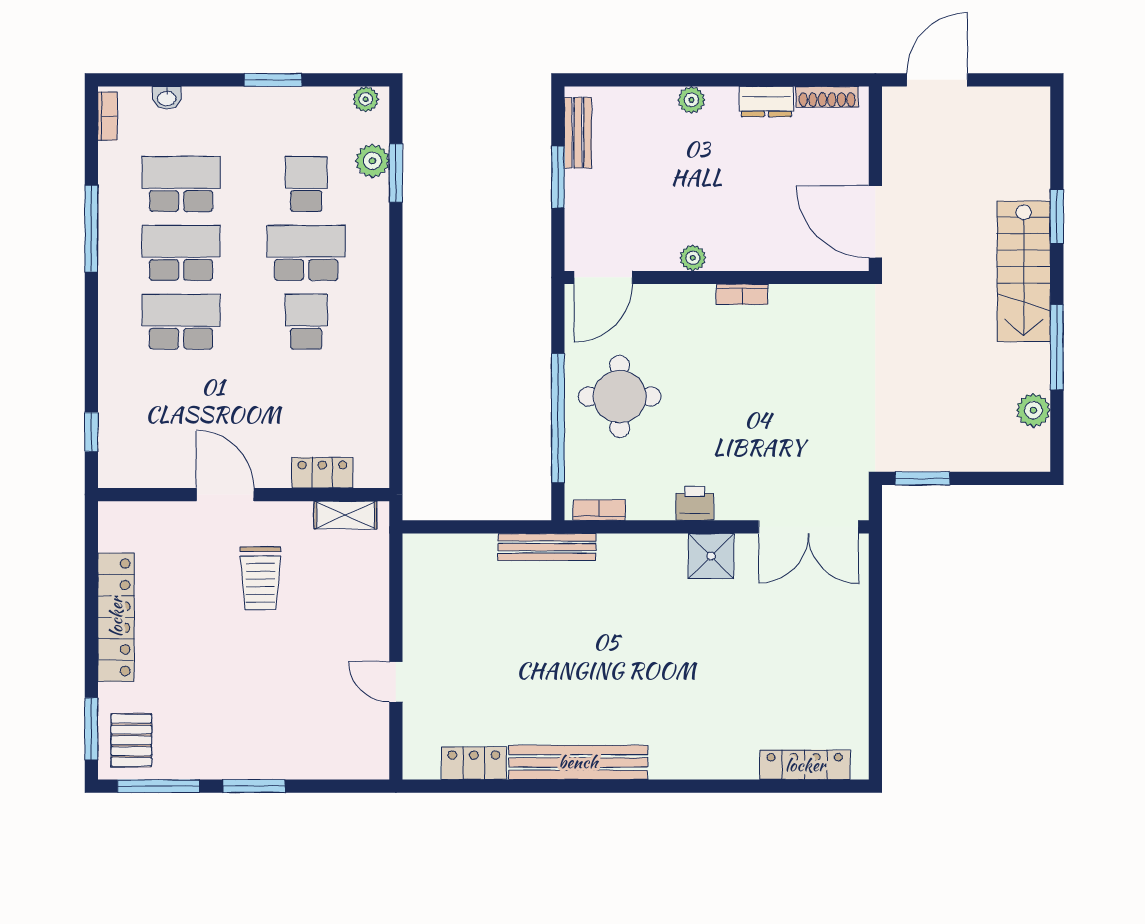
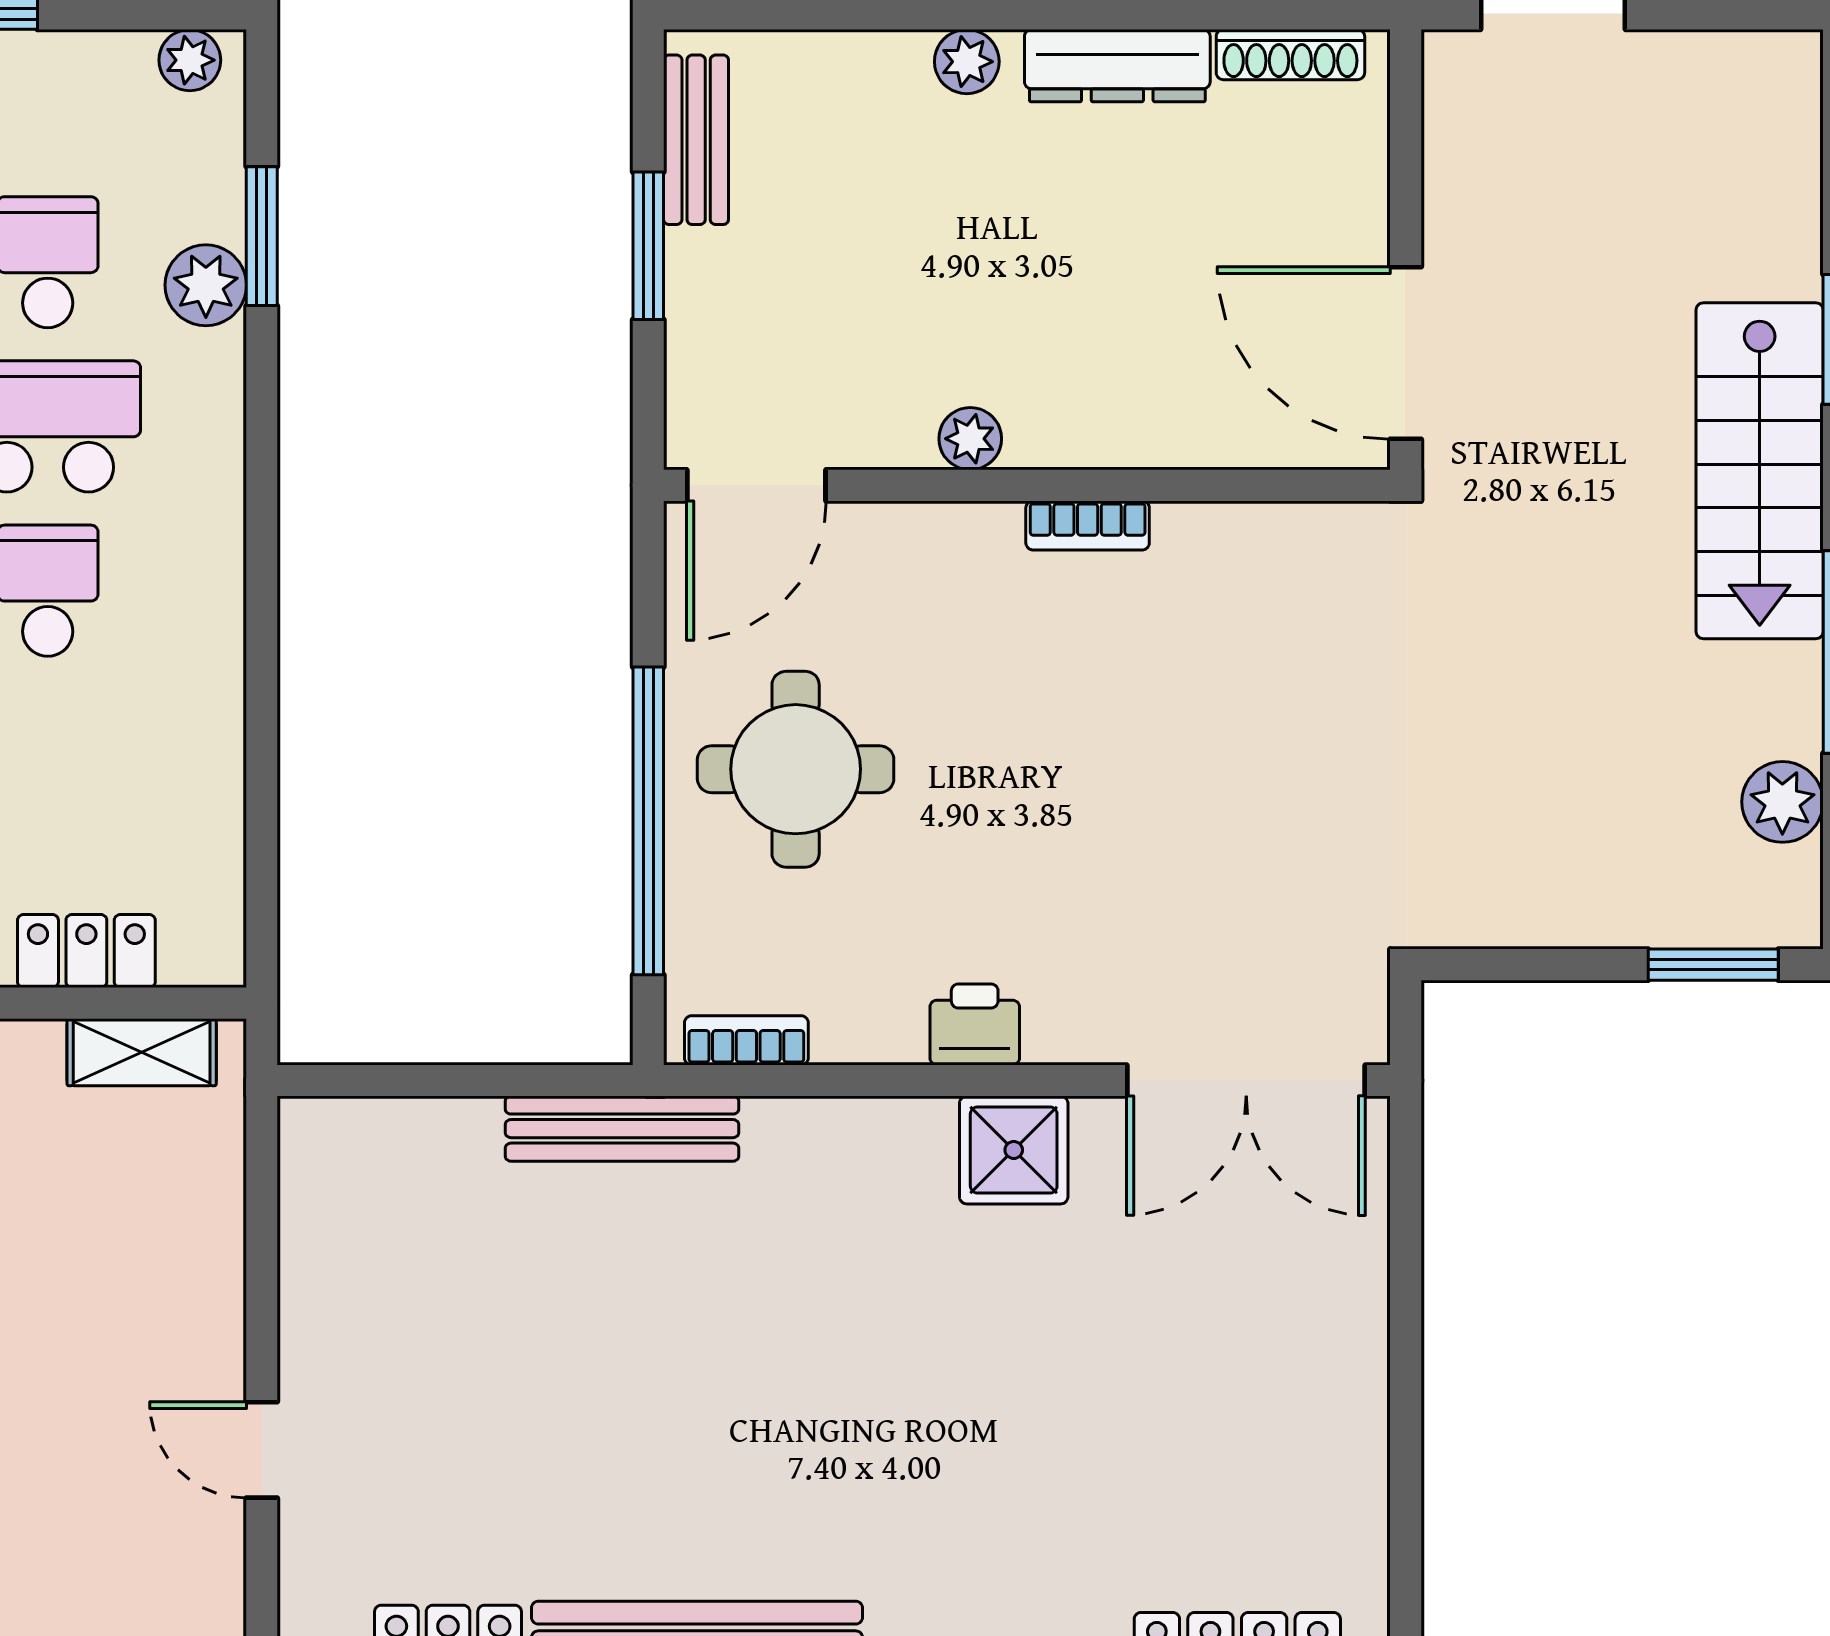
dresser: (766, 102) -> (1117, 66), width x1.44
plant: (372, 161) -> (206, 285), moved
window: (922, 478) -> (1713, 965), moved

